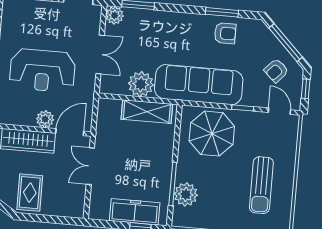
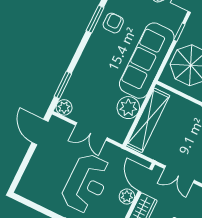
double door: (100, 54) -> (91, 131), swing flipped
shelving: (147, 112) -> (148, 120), width x1.47

